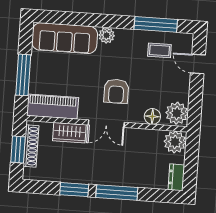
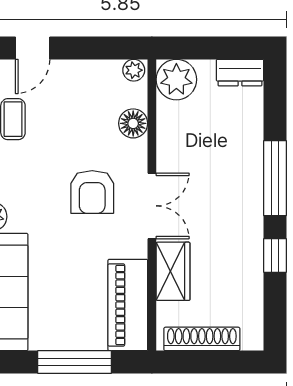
armchair: (116, 91) -> (92, 192), turned 90
plant: (177, 113) -> (134, 70), width x0.53, depth x0.53
window: (18, 150) -> (210, 362), removed
window: (74, 190) -> (275, 255), width x0.67

